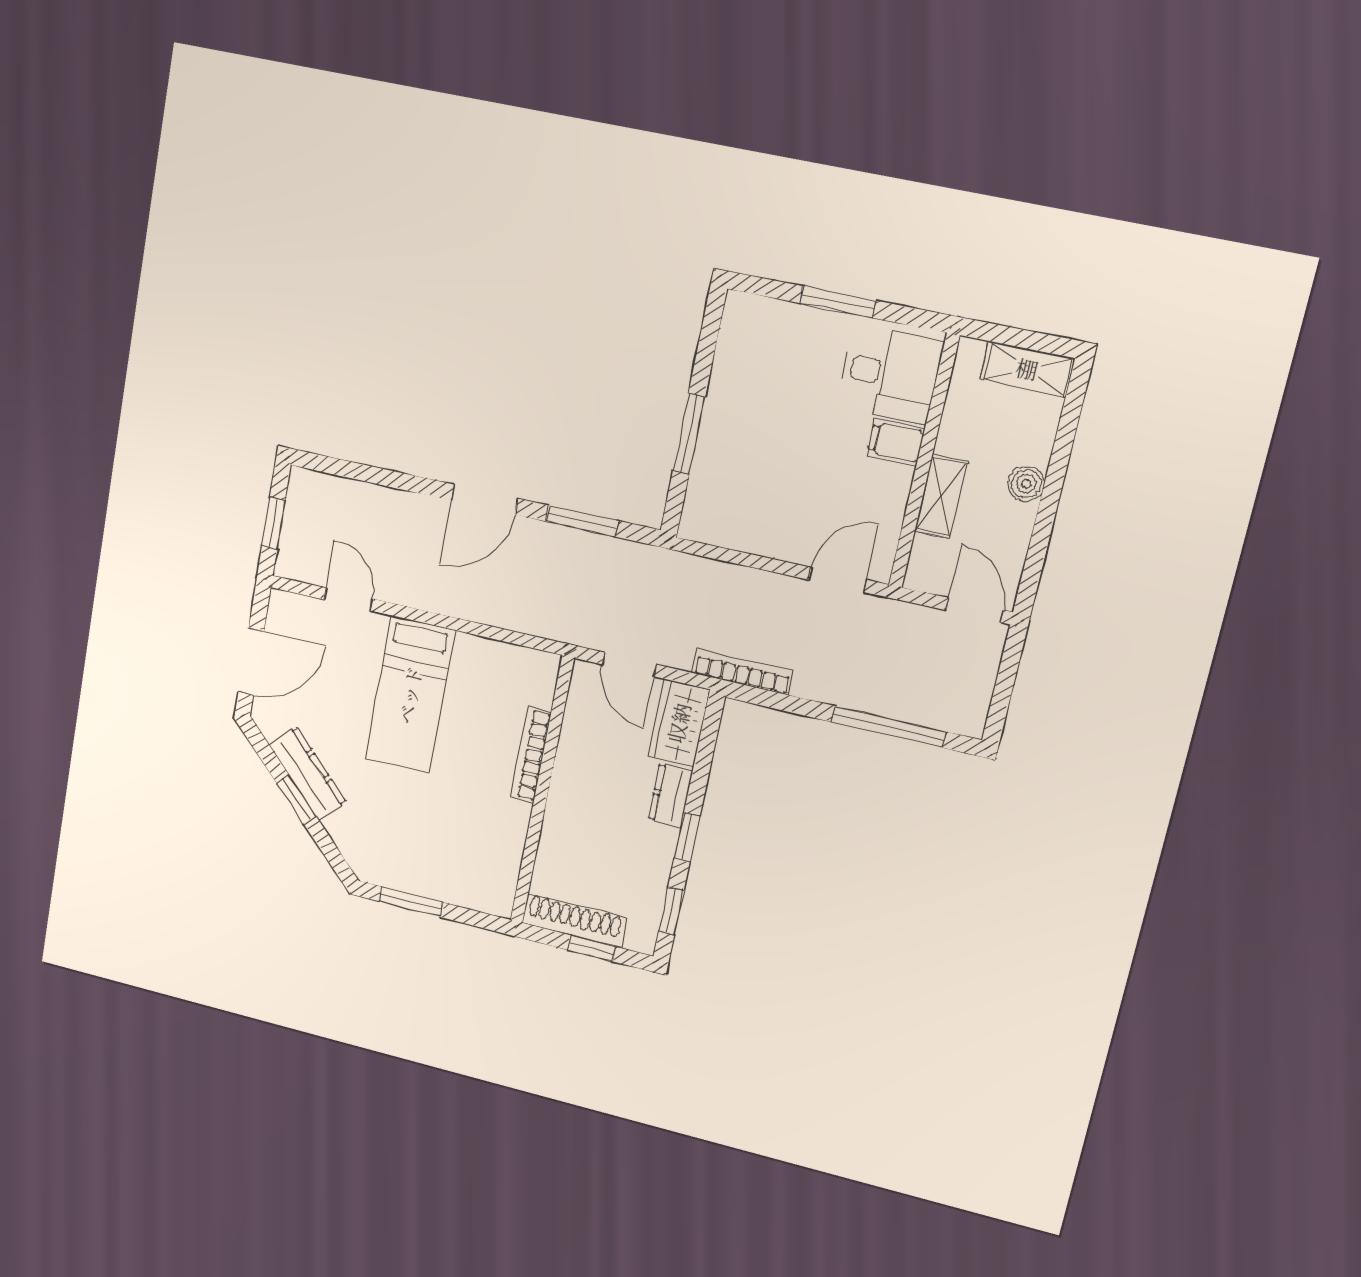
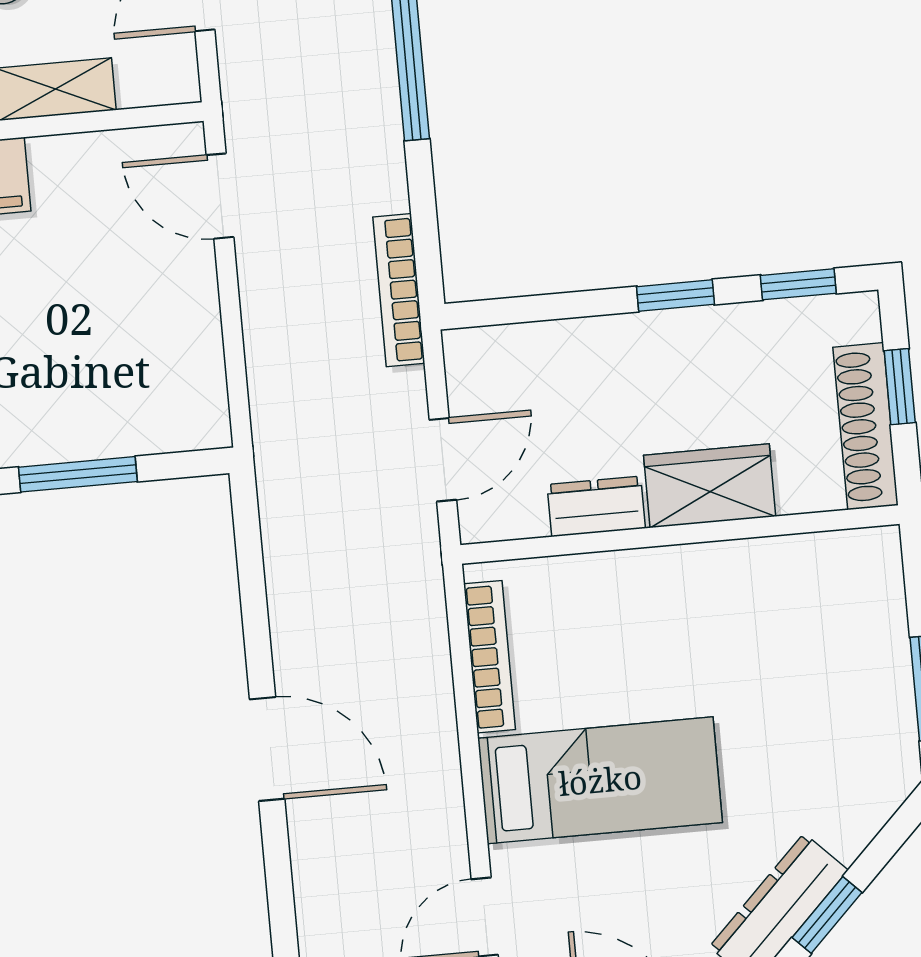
window: (582, 521) -> (253, 593), removed
wardrobe: (679, 723) -> (710, 486), moved, turned 180
bookcase: (531, 755) -> (490, 657), moved, turned -90
dresser: (670, 795) -> (596, 506), moved, turned 180

